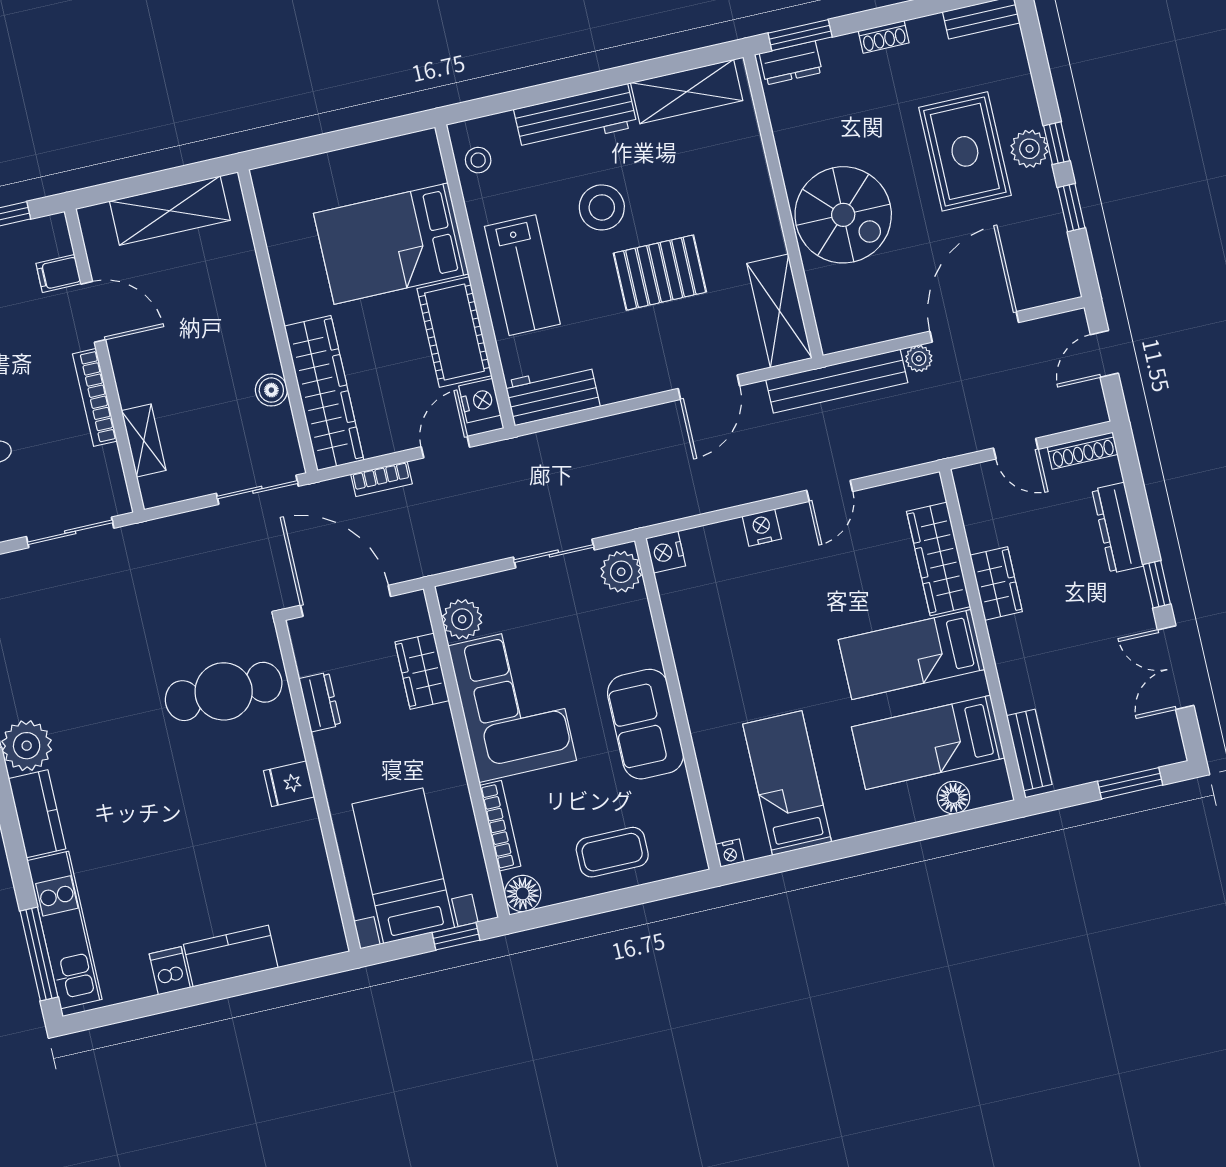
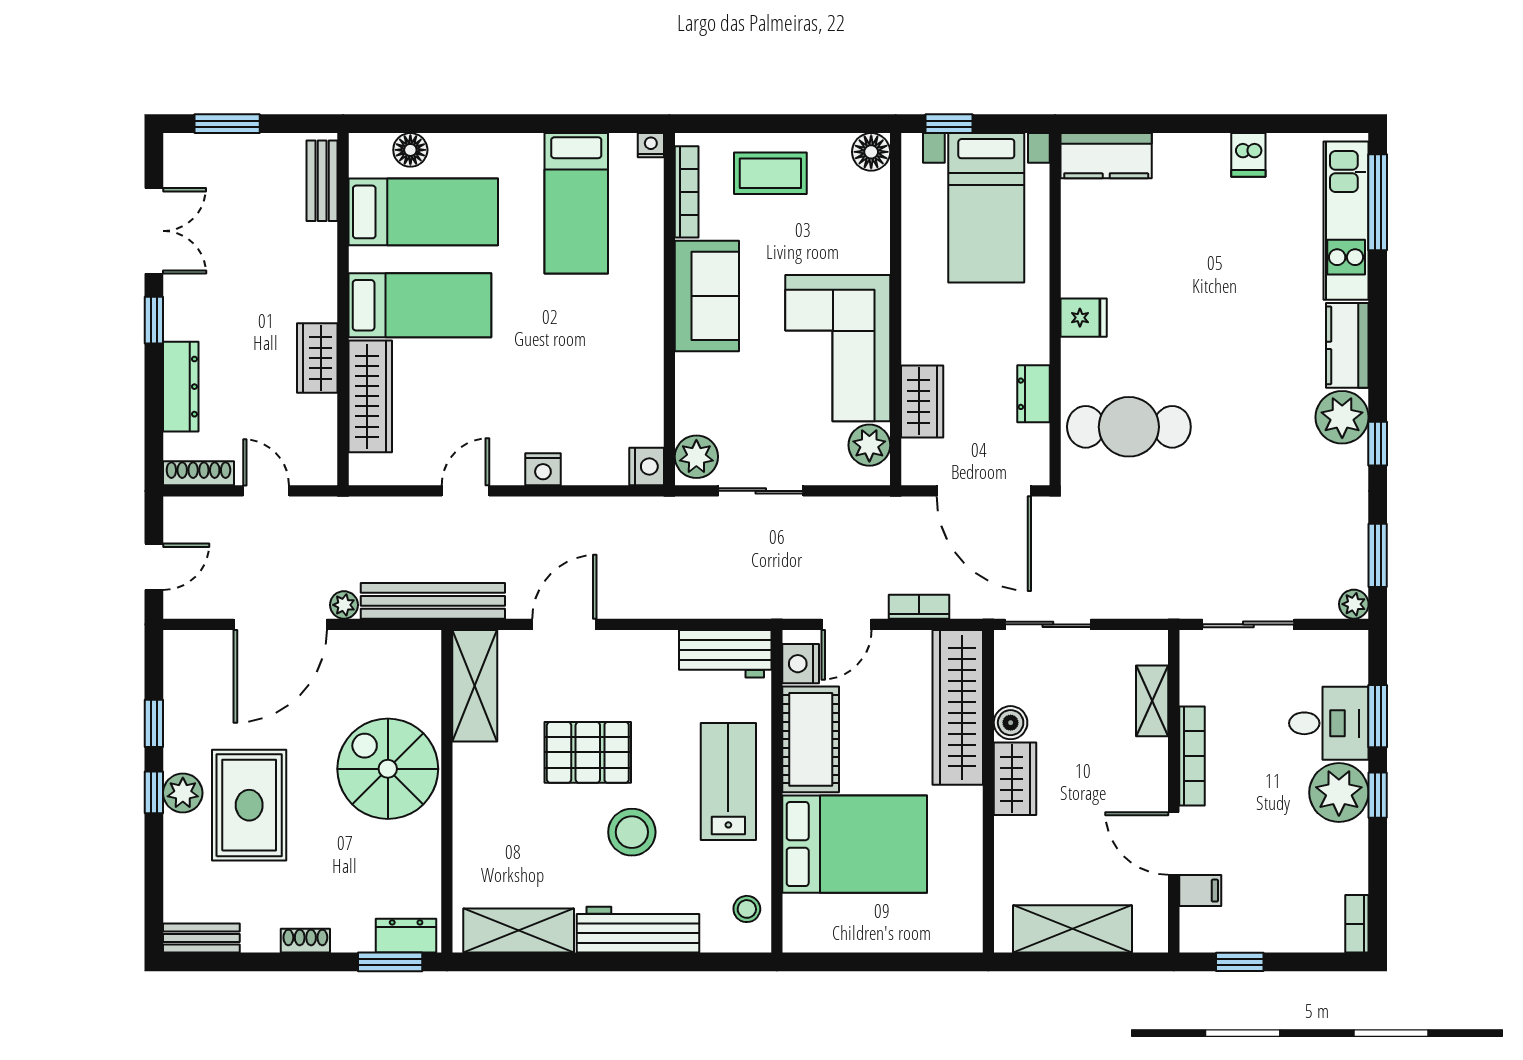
wardrobe: (255, 339) -> (1015, 779), added
bookcase: (500, 826) -> (687, 192), moved, turned 180
kitchen counter: (231, 956) -> (1106, 156), moved

